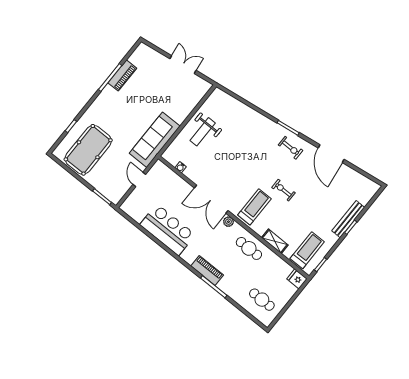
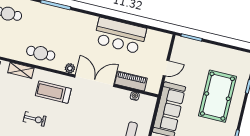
pool table: (88, 150) -> (217, 96), moved
door: (139, 179) -> (166, 68), hinge flipped
treadmill: (254, 207) -> (53, 92), turned 90
piano: (207, 271) -> (131, 81), moved, turned 180

